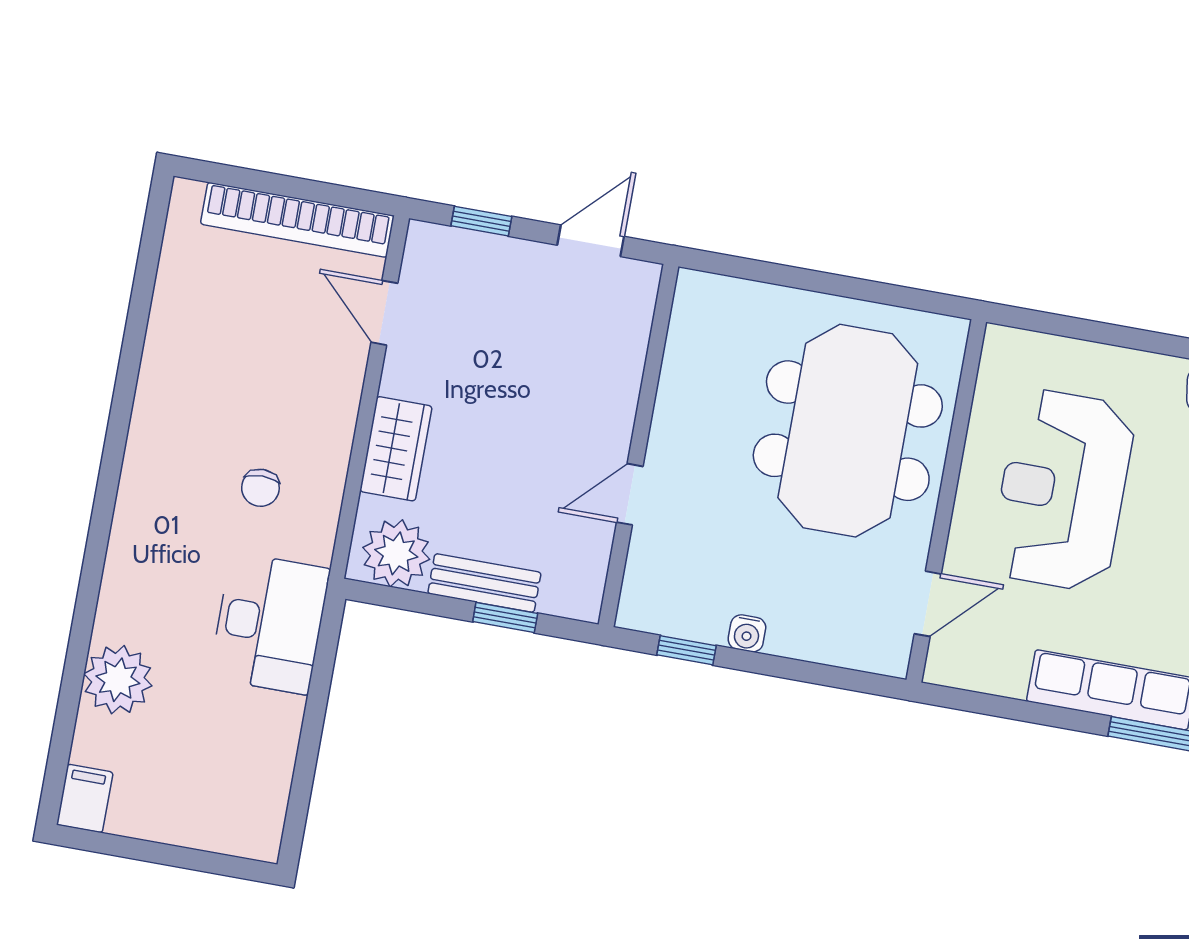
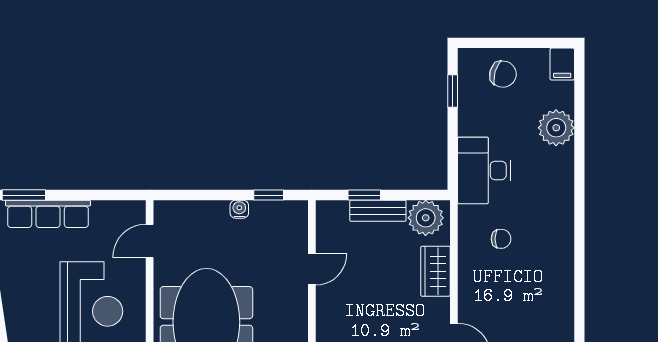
chair: (260, 488) -> (501, 239), turned 90
window: (302, 785) -> (453, 91), added
chair: (201, 800) -> (503, 74), added

